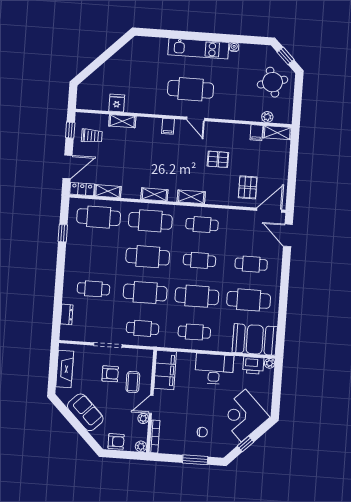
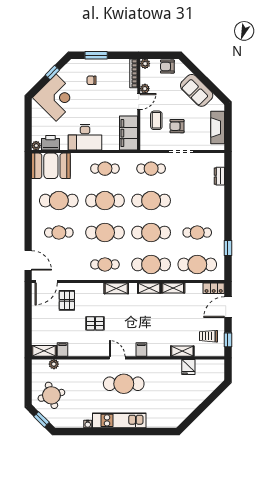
shelving: (108, 191) -> (173, 288), moved
cafe table: (199, 260) -> (105, 233), width x1.37, depth x1.35
cafe table: (93, 289) -> (197, 233), moved

